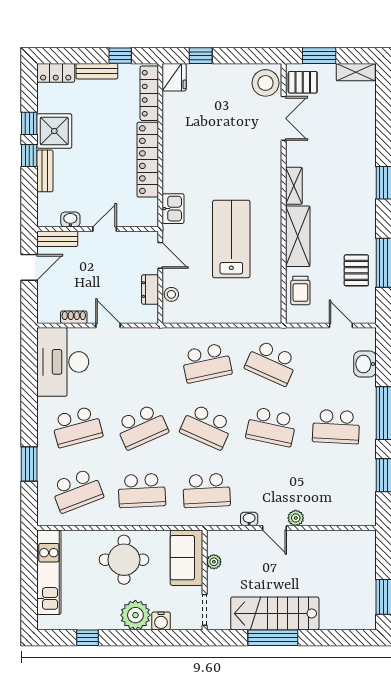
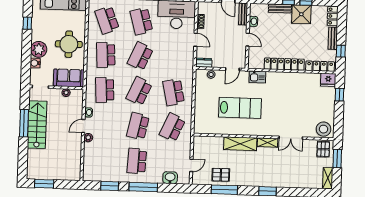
double door: (284, 118) -> (291, 138), moved
dresser: (150, 290) -> (204, 63), moved
trolley: (300, 290) -> (211, 144), removed
door: (108, 325) -> (195, 40), hinge flipped
school desk: (142, 427) -> (140, 56), turned 48

